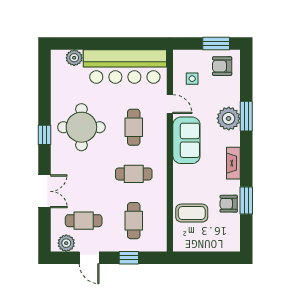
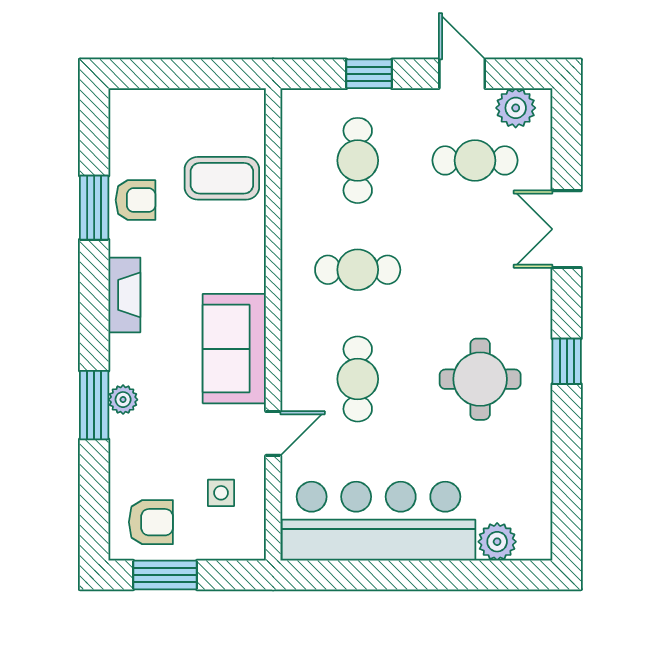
door: (170, 104) -> (273, 433), swing flipped
plant: (229, 118) -> (123, 400), width x0.53, depth x0.53
round table: (81, 127) -> (480, 379), width x0.73, depth x0.73

